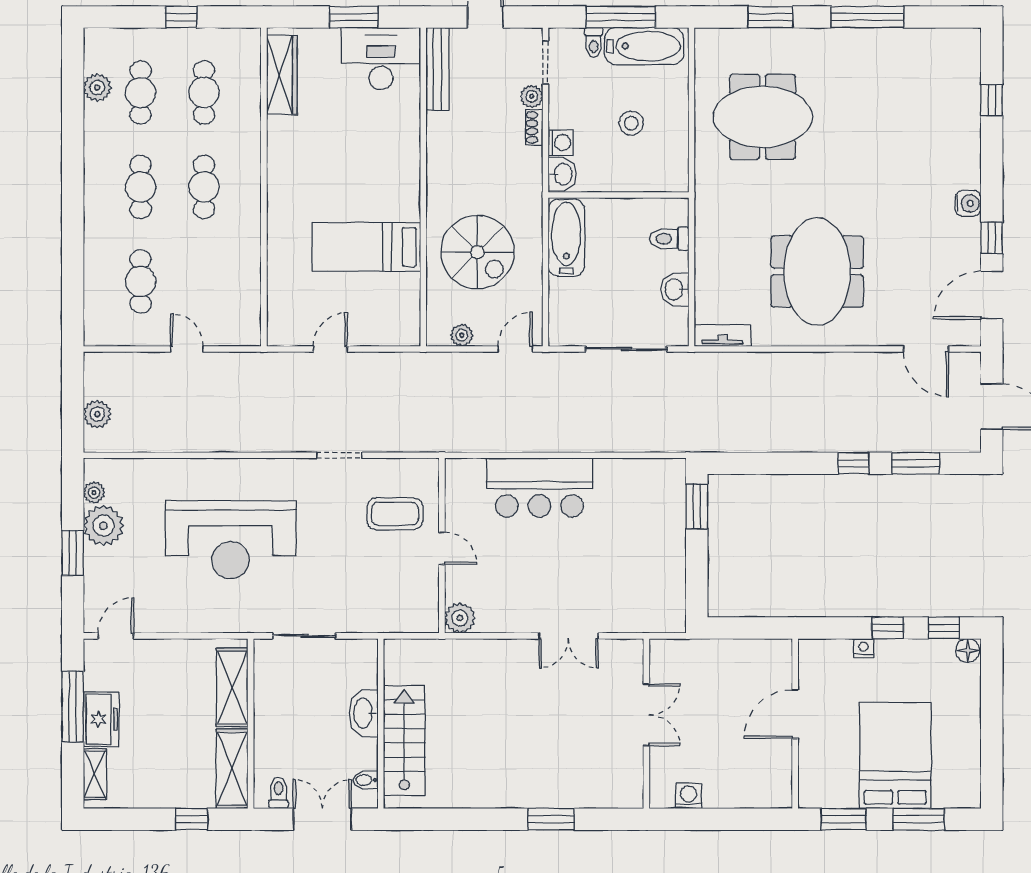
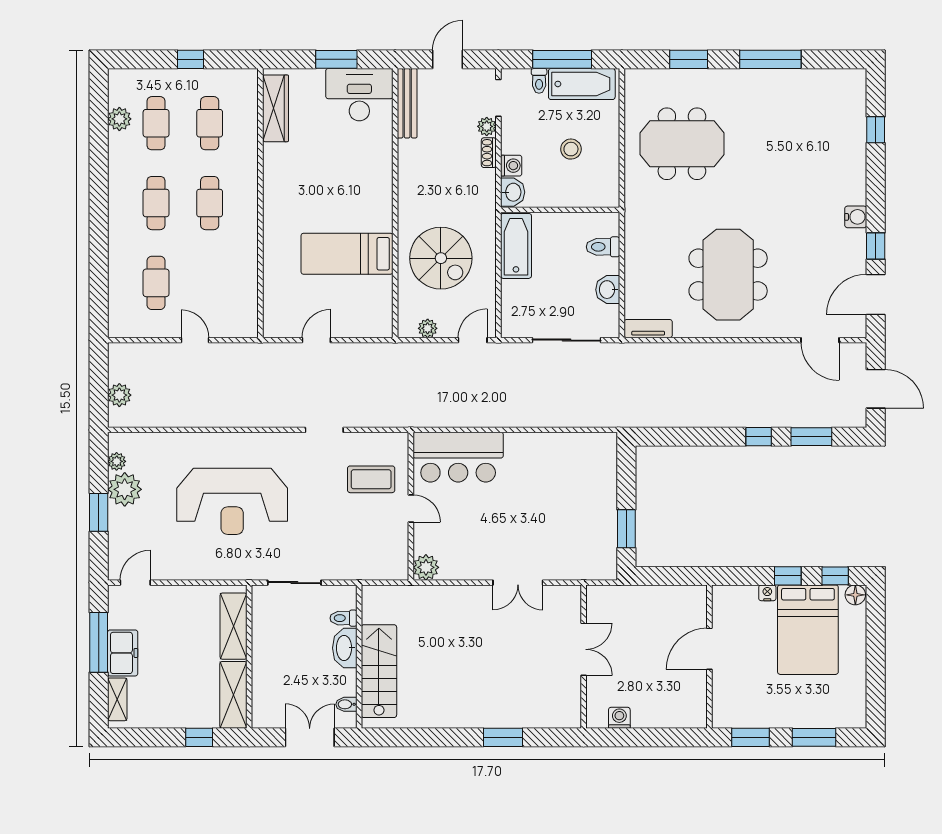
bar counter: (539, 488) -> (458, 457), moved
window: (697, 506) -> (626, 529), moved
bed: (895, 755) -> (808, 630), moved, turned 180
toilet: (279, 793) -> (344, 618), moved, turned -90

